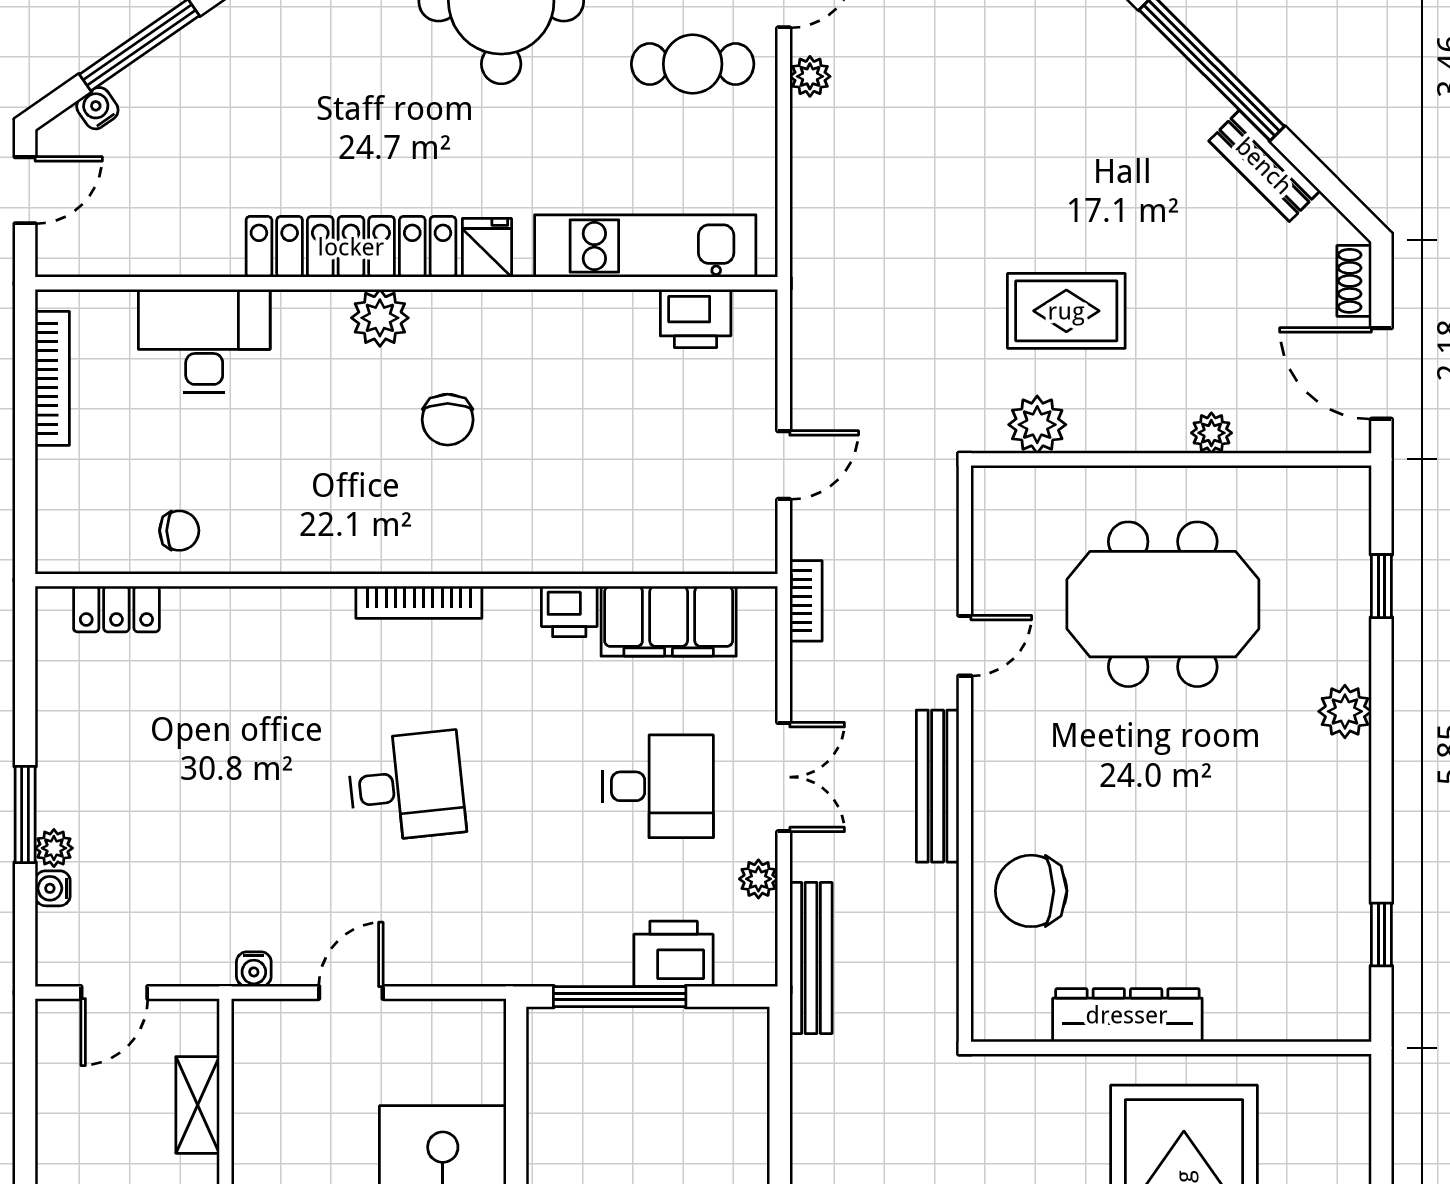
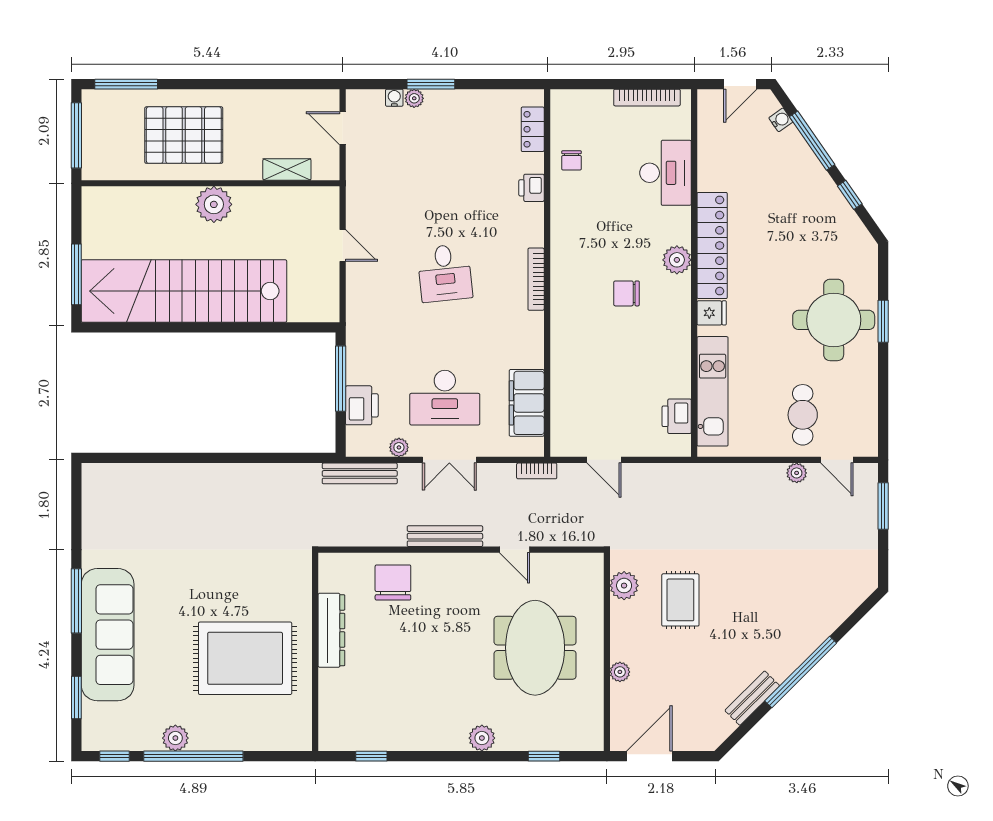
door: (25, 190) -> (740, 84), hinge flipped
shoe rack: (1354, 281) -> (695, 743), removed
printer: (569, 611) -> (531, 188), moved
desk: (658, 786) -> (445, 398), width x1.37
water cooler: (254, 969) -> (354, 197), removed

